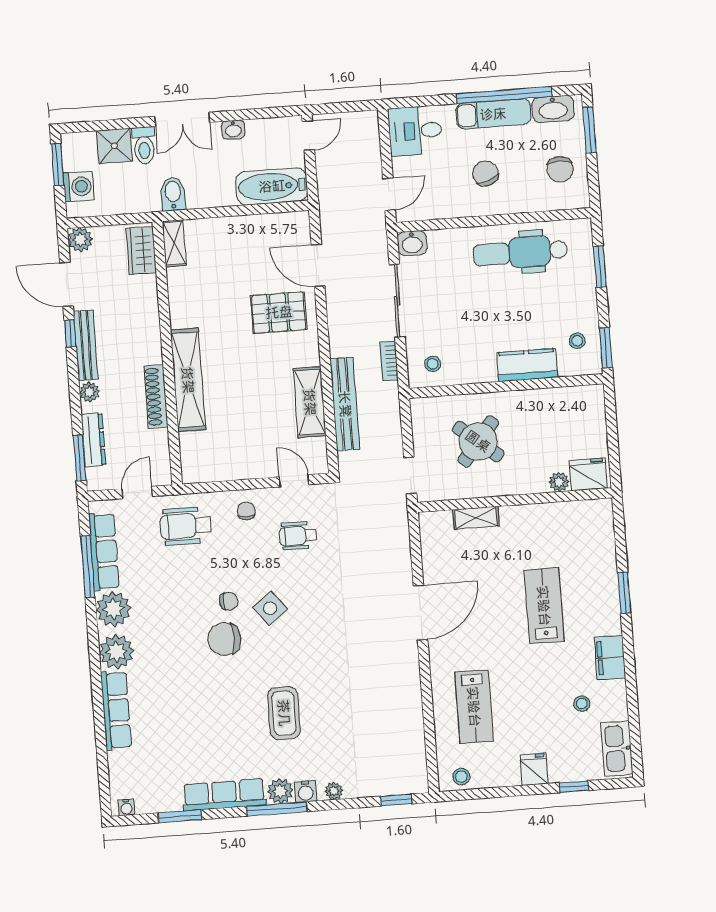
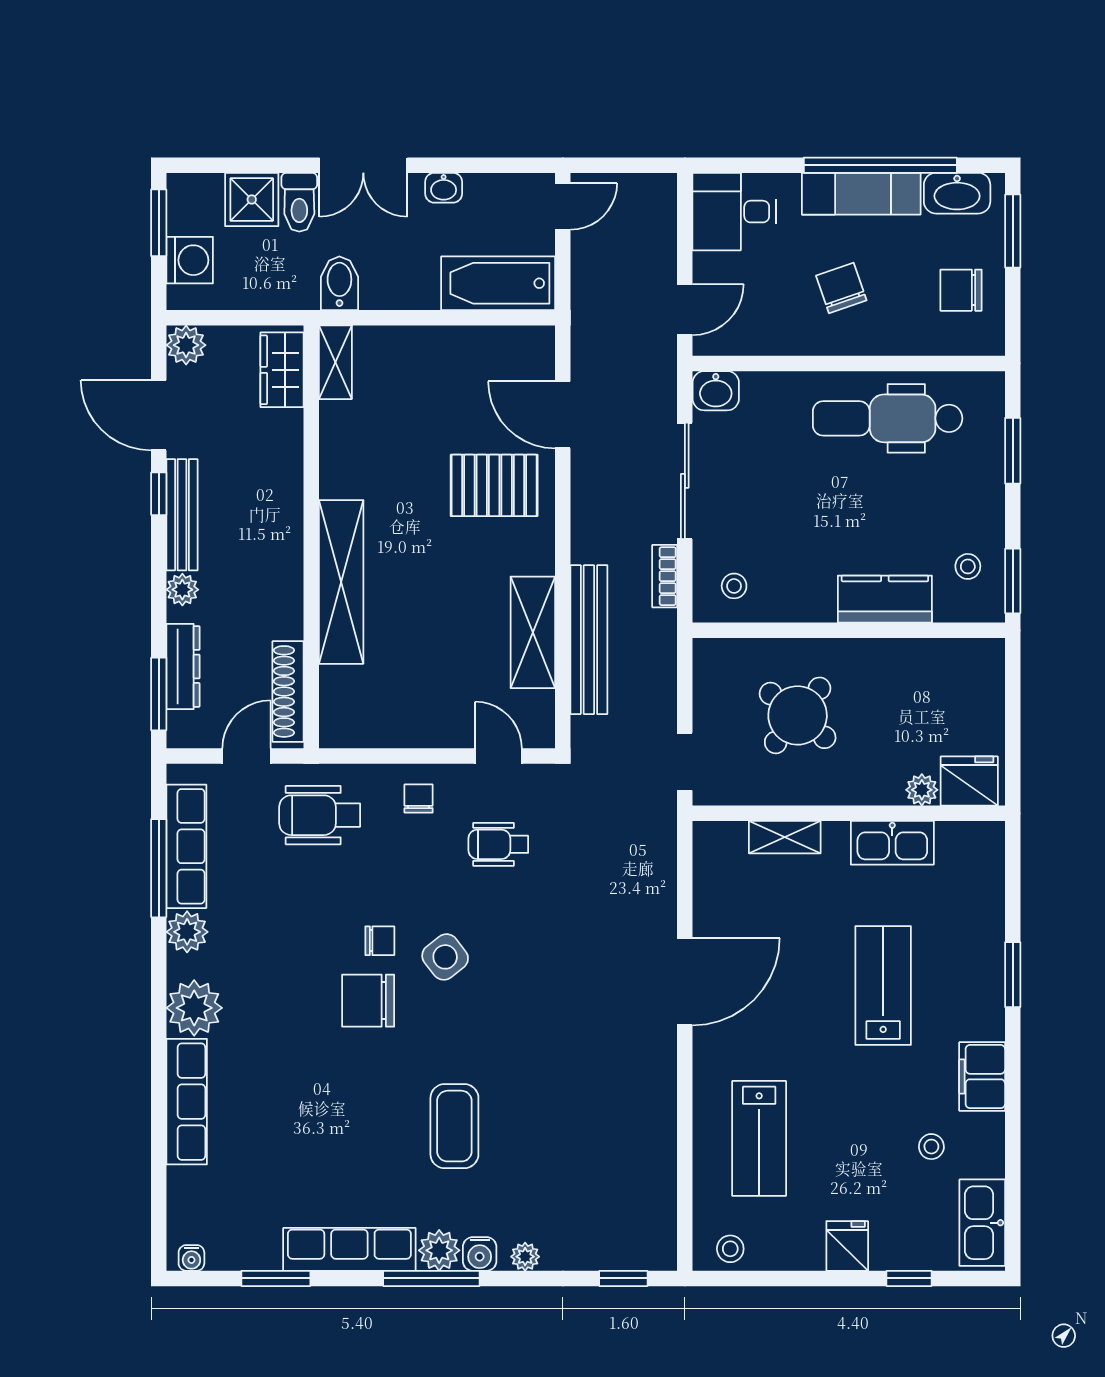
chair: (560, 169) -> (961, 290), turned 90
shoe rack: (156, 397) -> (288, 691), moved
kitchen sink: (543, 516) -> (892, 843), added
plant: (113, 609) -> (187, 932), width x0.73, depth x0.73

